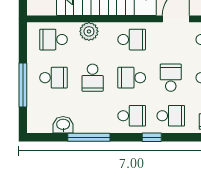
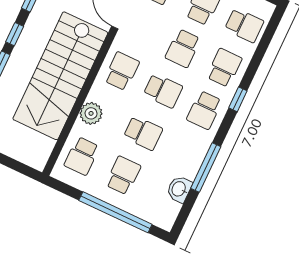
school desk: (132, 78) -> (163, 91), turned -90
school desk: (171, 78) -> (183, 48), turned -90
window: (23, 85) -> (115, 212), width x1.46
school desk: (132, 116) -> (204, 110), turned 180

